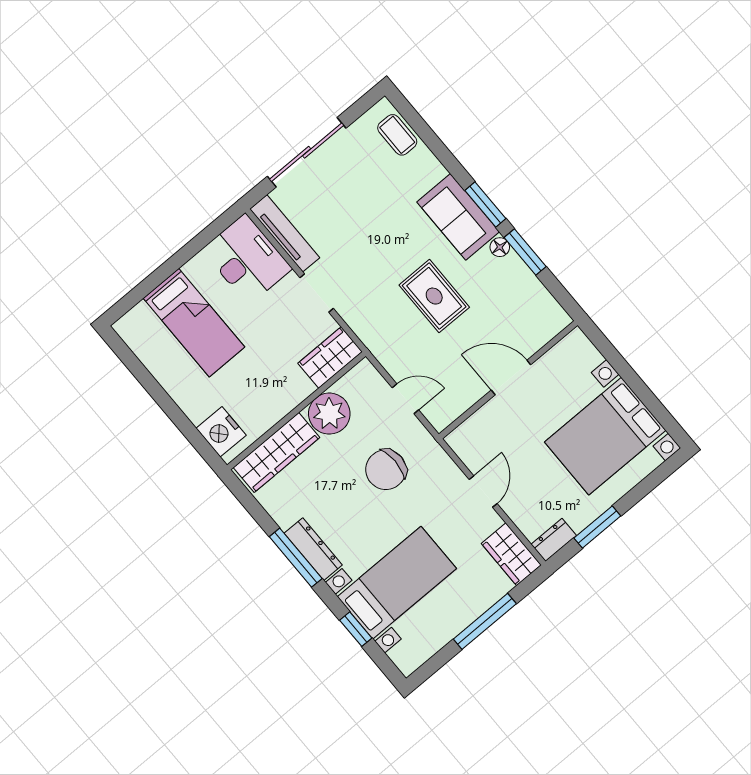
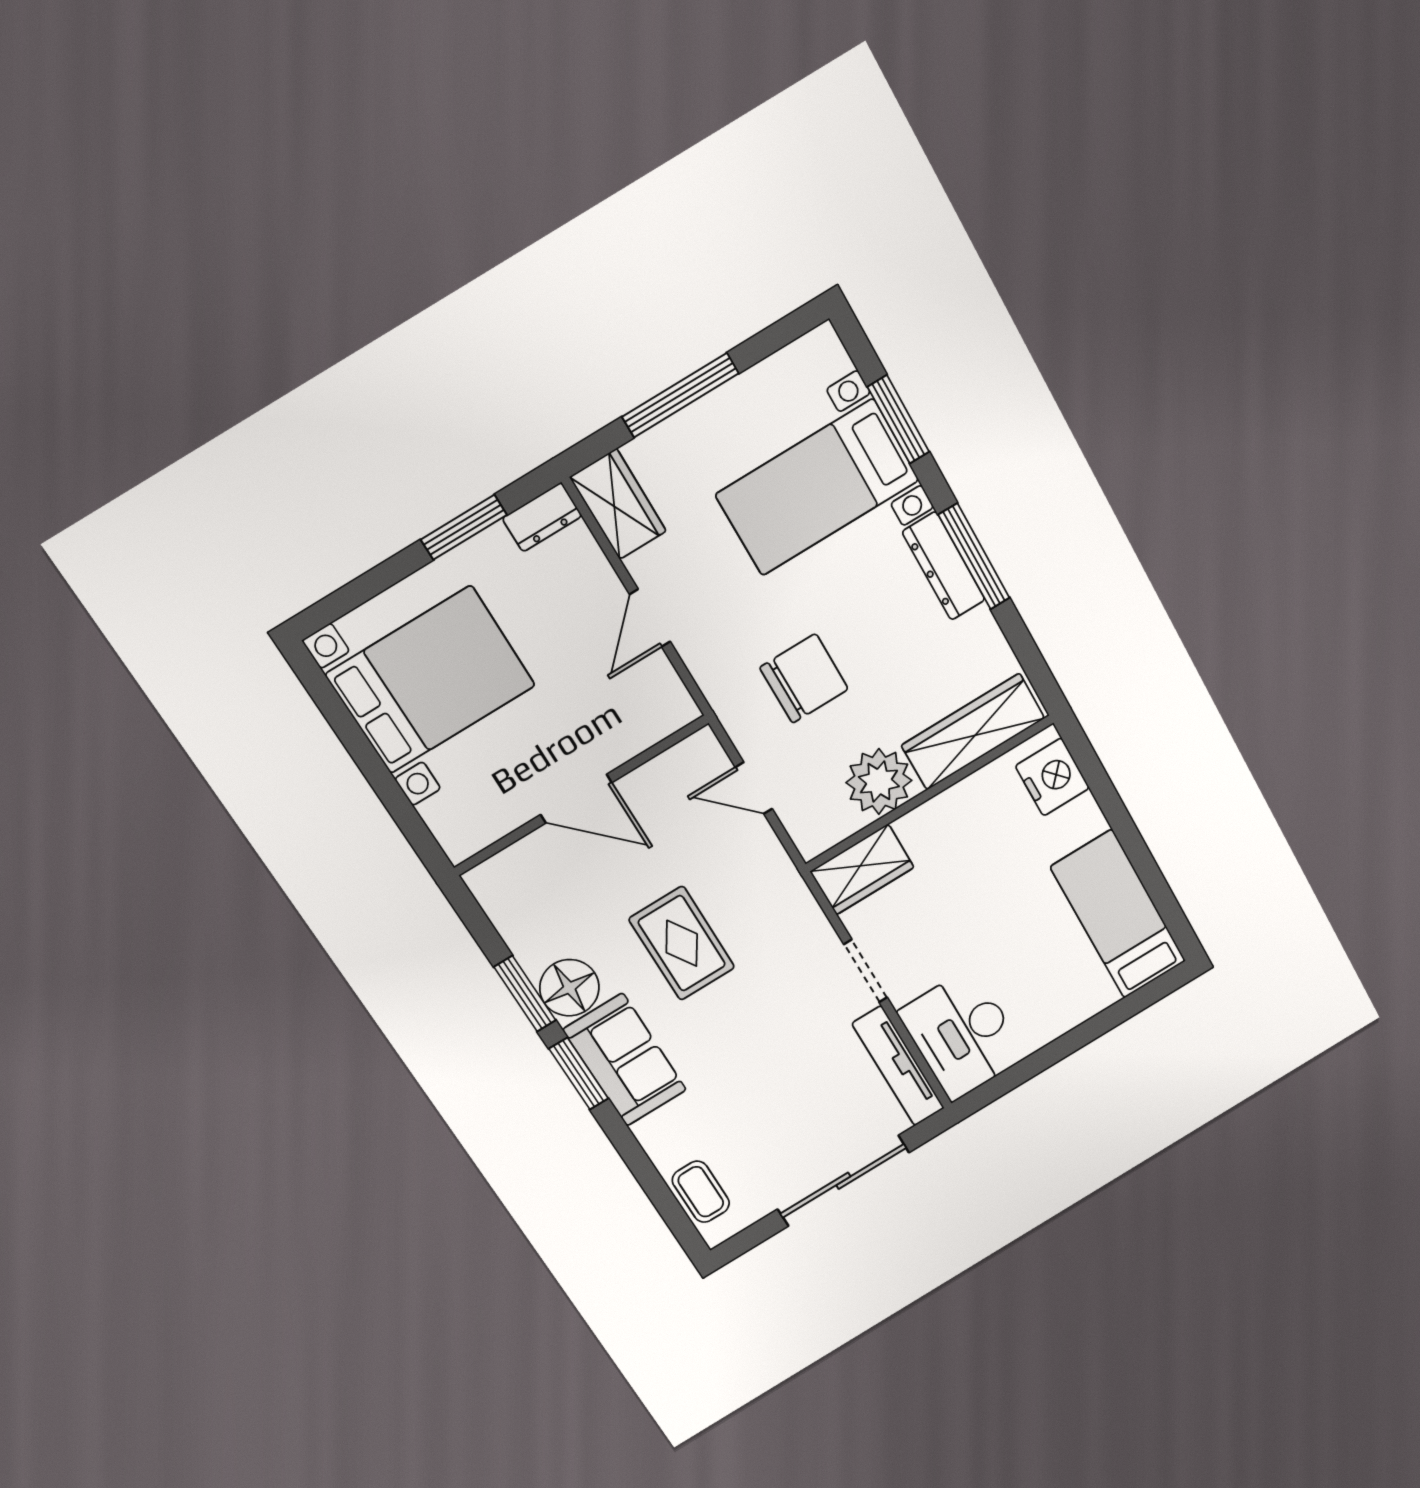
floor lamp: (500, 247) -> (569, 988), width x1.89, depth x1.89
bed: (194, 323) -> (1118, 914), moved
window: (356, 629) -> (898, 419), width x1.50

